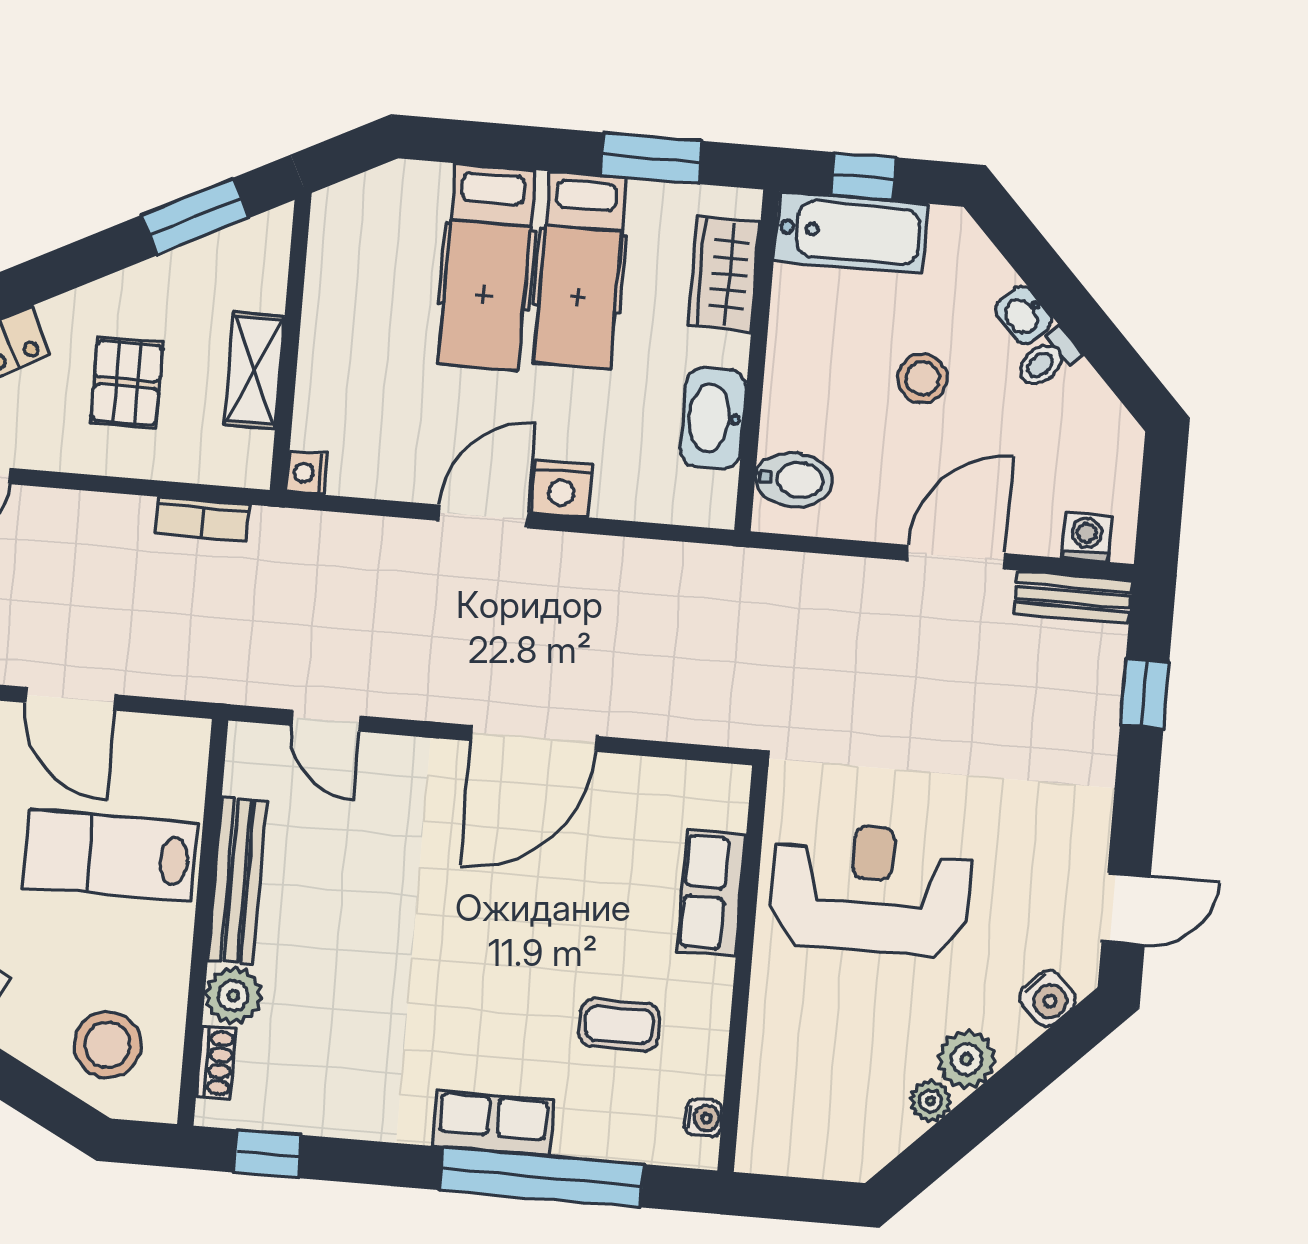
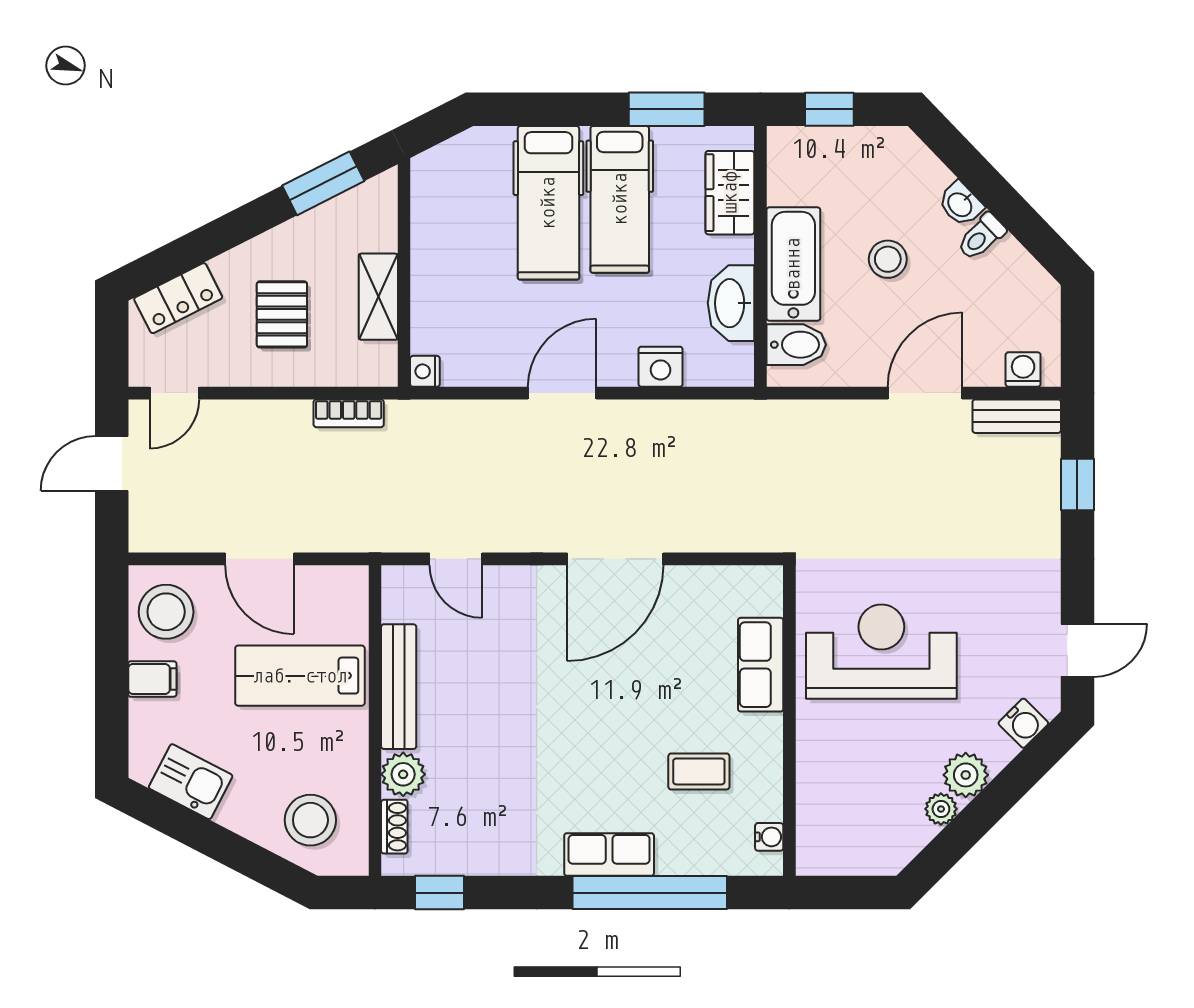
bathtub: (851, 232) -> (793, 264), moved, turned -90
nightstand: (562, 489) -> (661, 367), moved

